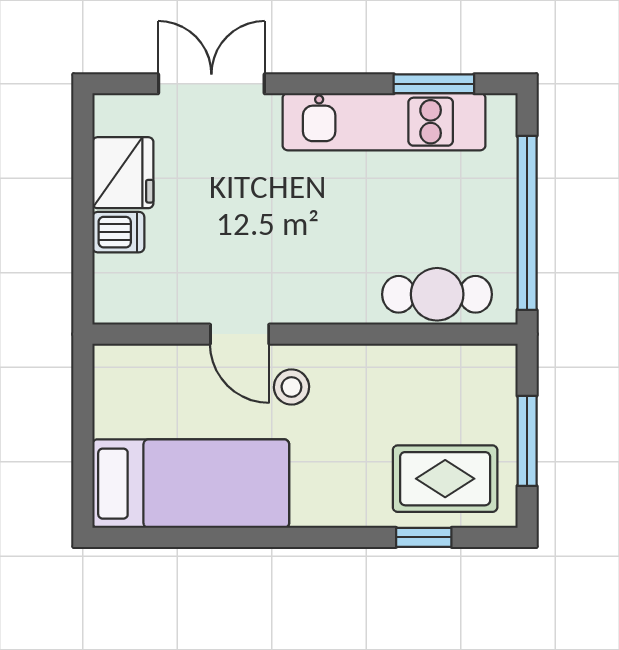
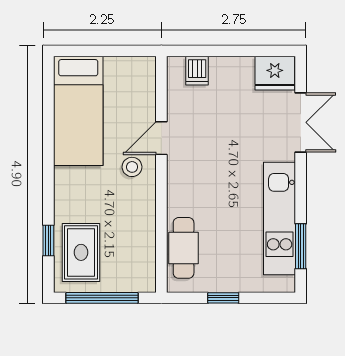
fridge: (123, 173) -> (275, 73), moved
window: (527, 223) -> (223, 298), width x0.32
dishwasher: (118, 232) -> (197, 71), moved
window: (527, 441) -> (102, 298), width x1.44

